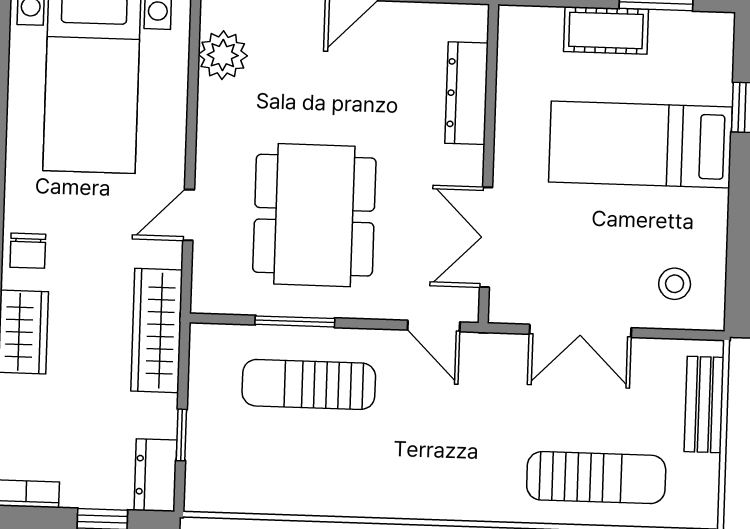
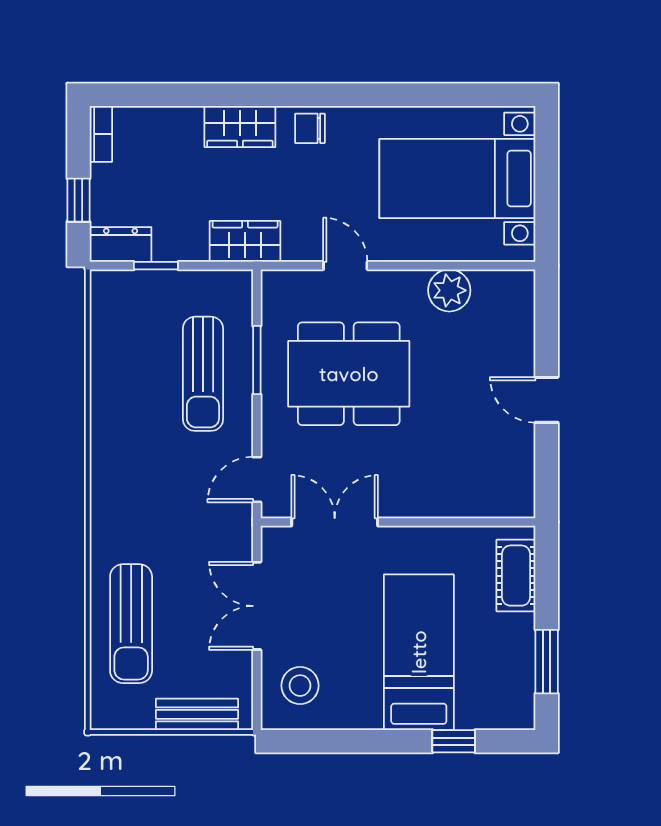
cot: (606, 30) -> (516, 576), moved
plant: (223, 55) -> (449, 290), moved
dresser: (467, 93) -> (458, 501), removed
stool: (675, 284) -> (300, 686), width x1.37, depth x1.37
wardrobe: (157, 331) -> (245, 241), width x0.67
sun lounger: (309, 384) -> (203, 374), turned 180

